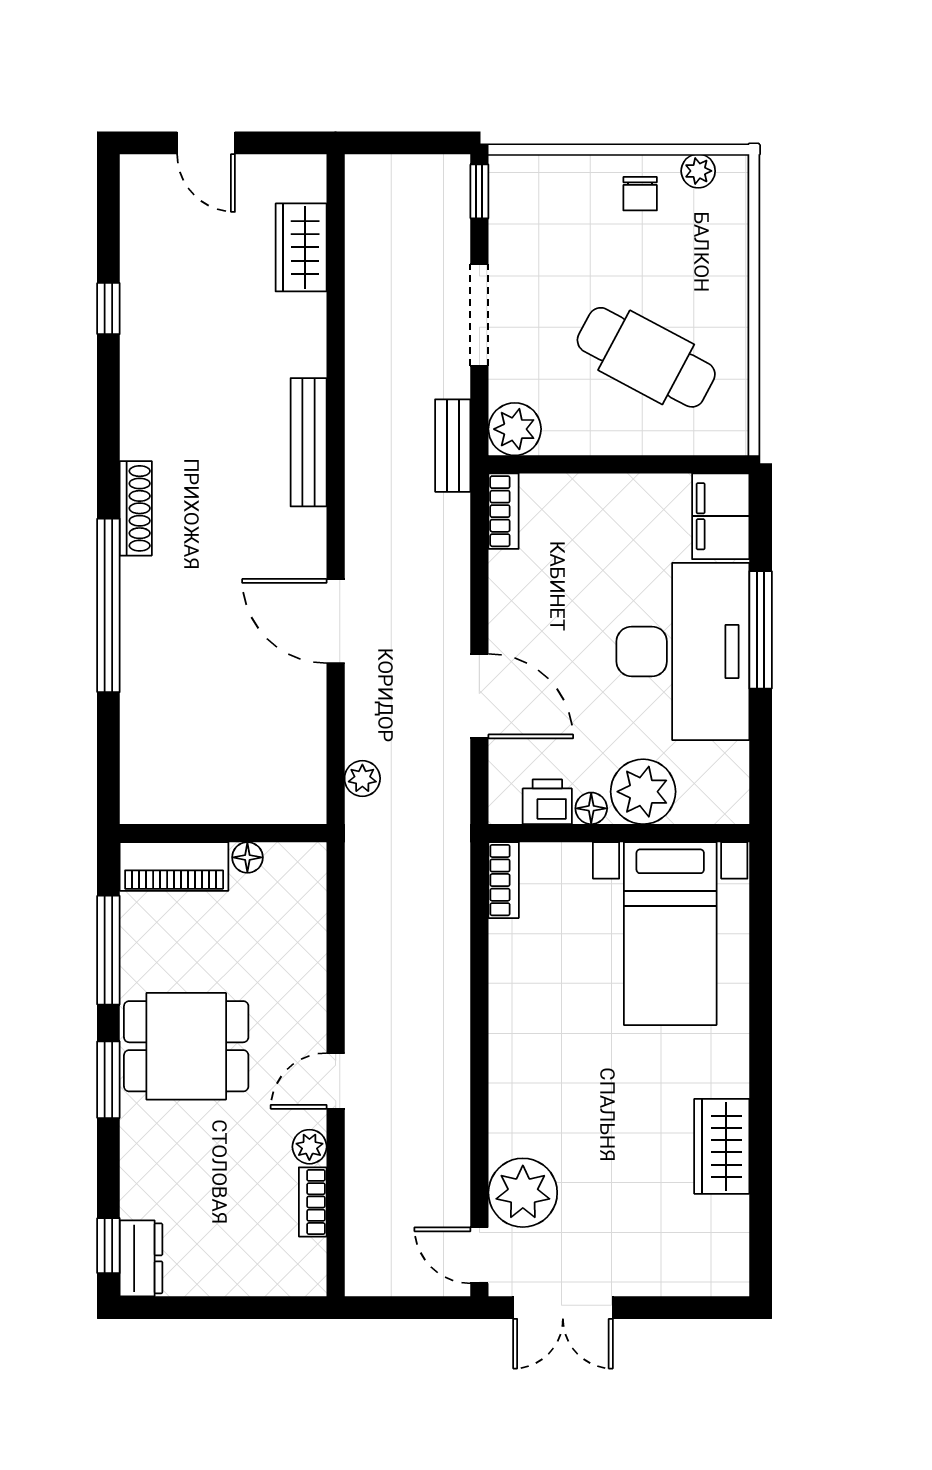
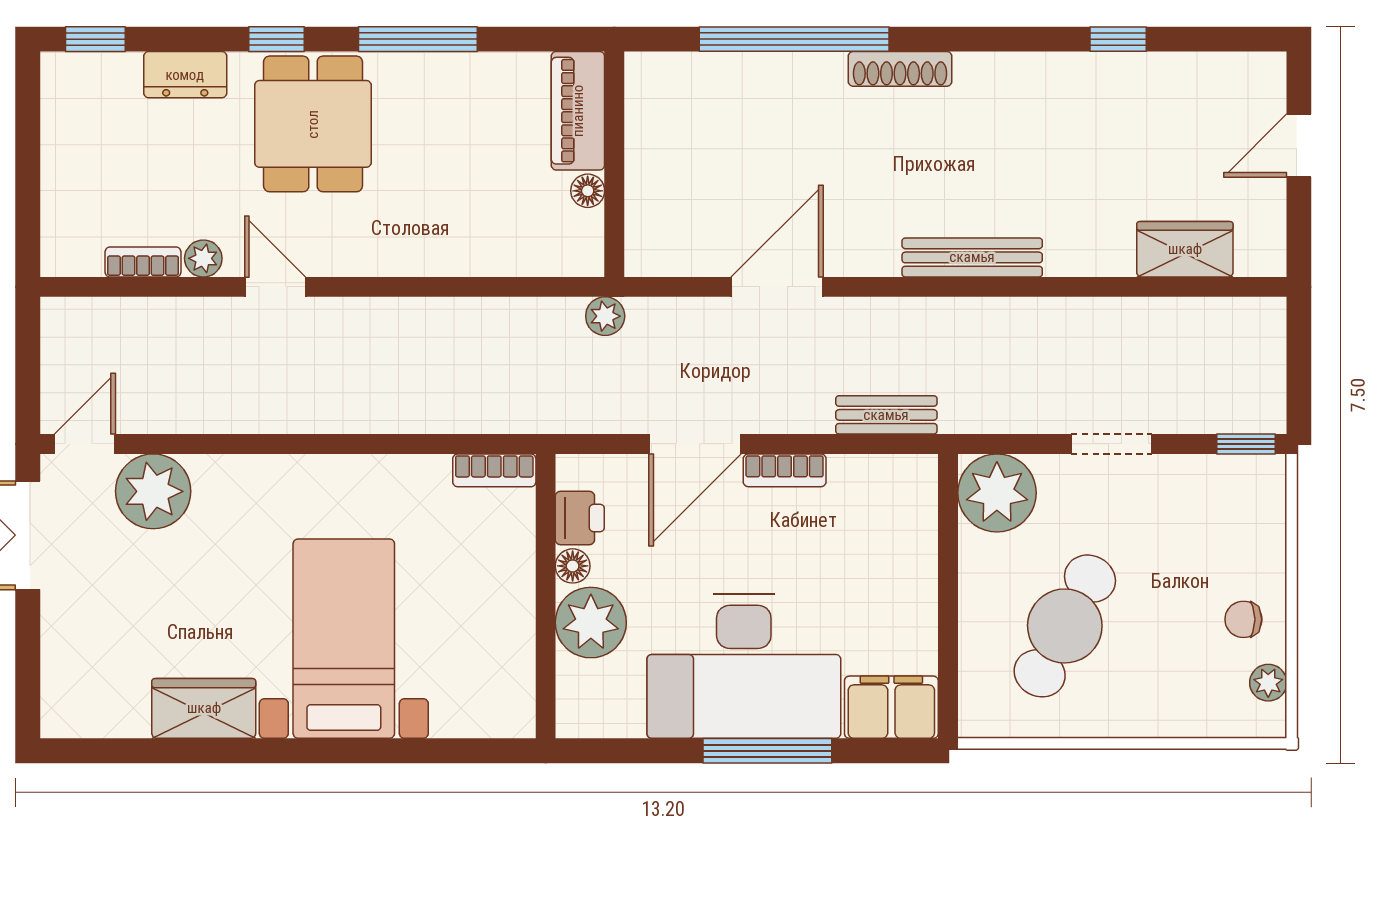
doorway: (479, 315) -> (1111, 444), width x0.73
plant: (515, 429) -> (997, 493), width x1.36, depth x1.36
bench: (453, 446) -> (886, 415), moved
bookcase: (504, 511) -> (785, 470), moved
wall: (223, 833) -> (614, 164), moved
floor lamp: (247, 857) -> (588, 191), moved
piano: (174, 866) -> (578, 111), moved
bed with nightstands: (670, 934) -> (344, 639), moved, turned 90
window: (108, 1080) -> (276, 39), width x0.67
dresser: (141, 1258) -> (185, 75), moved

